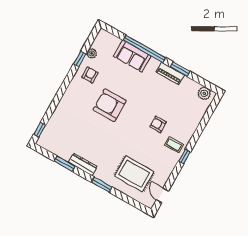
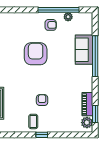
window: (80, 59) -> (59, 10), width x3.17
window: (180, 69) -> (95, 114), moved
piano: (170, 73) -> (87, 104), moved
window: (184, 157) -> (42, 135), moved

